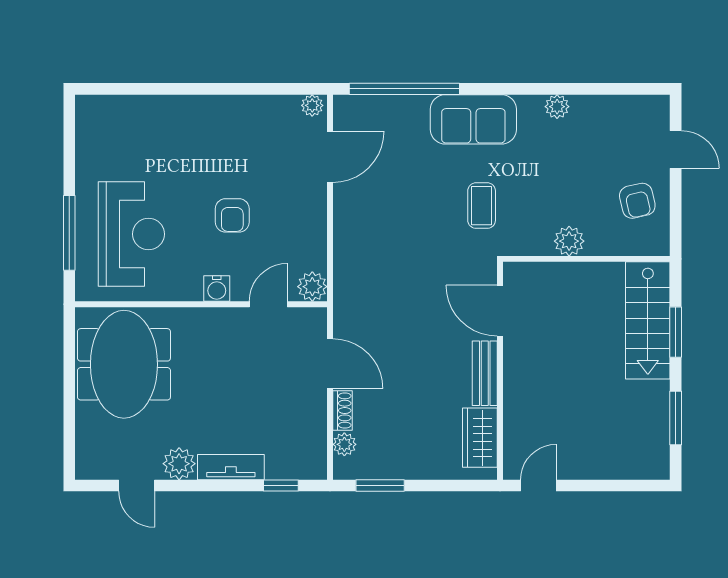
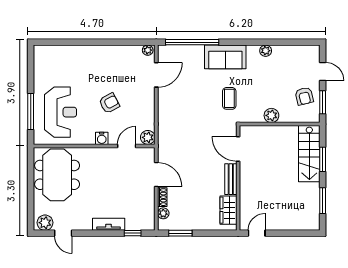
window: (676, 214) -> (323, 102), added
armchair: (232, 215) -> (109, 103), turned -118
plant: (179, 464) -> (45, 223), moved

